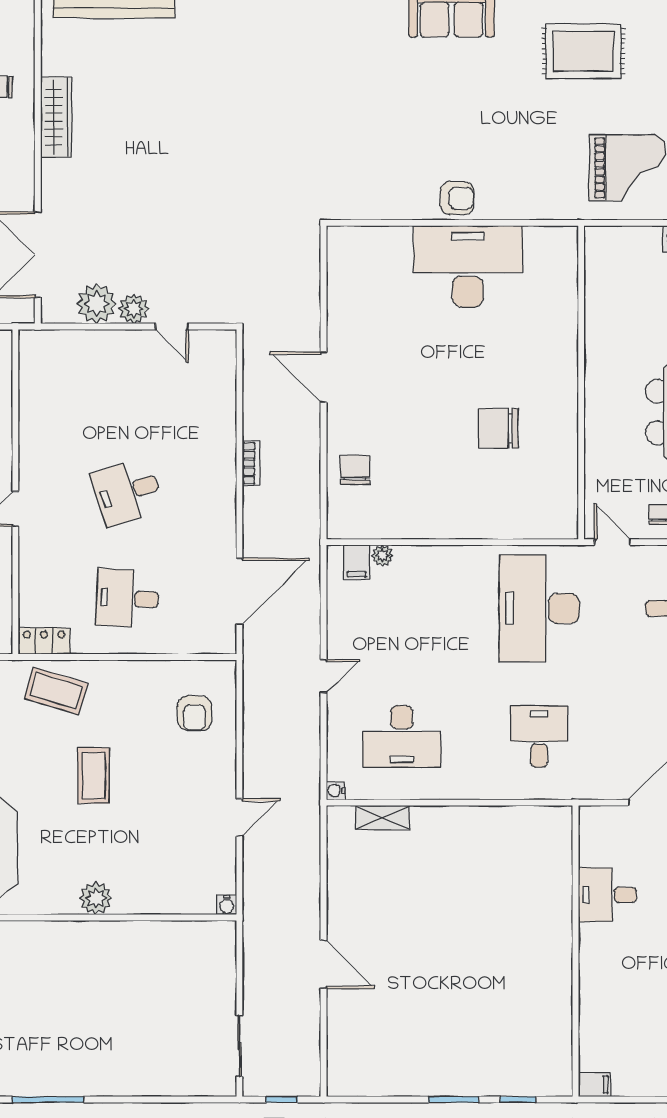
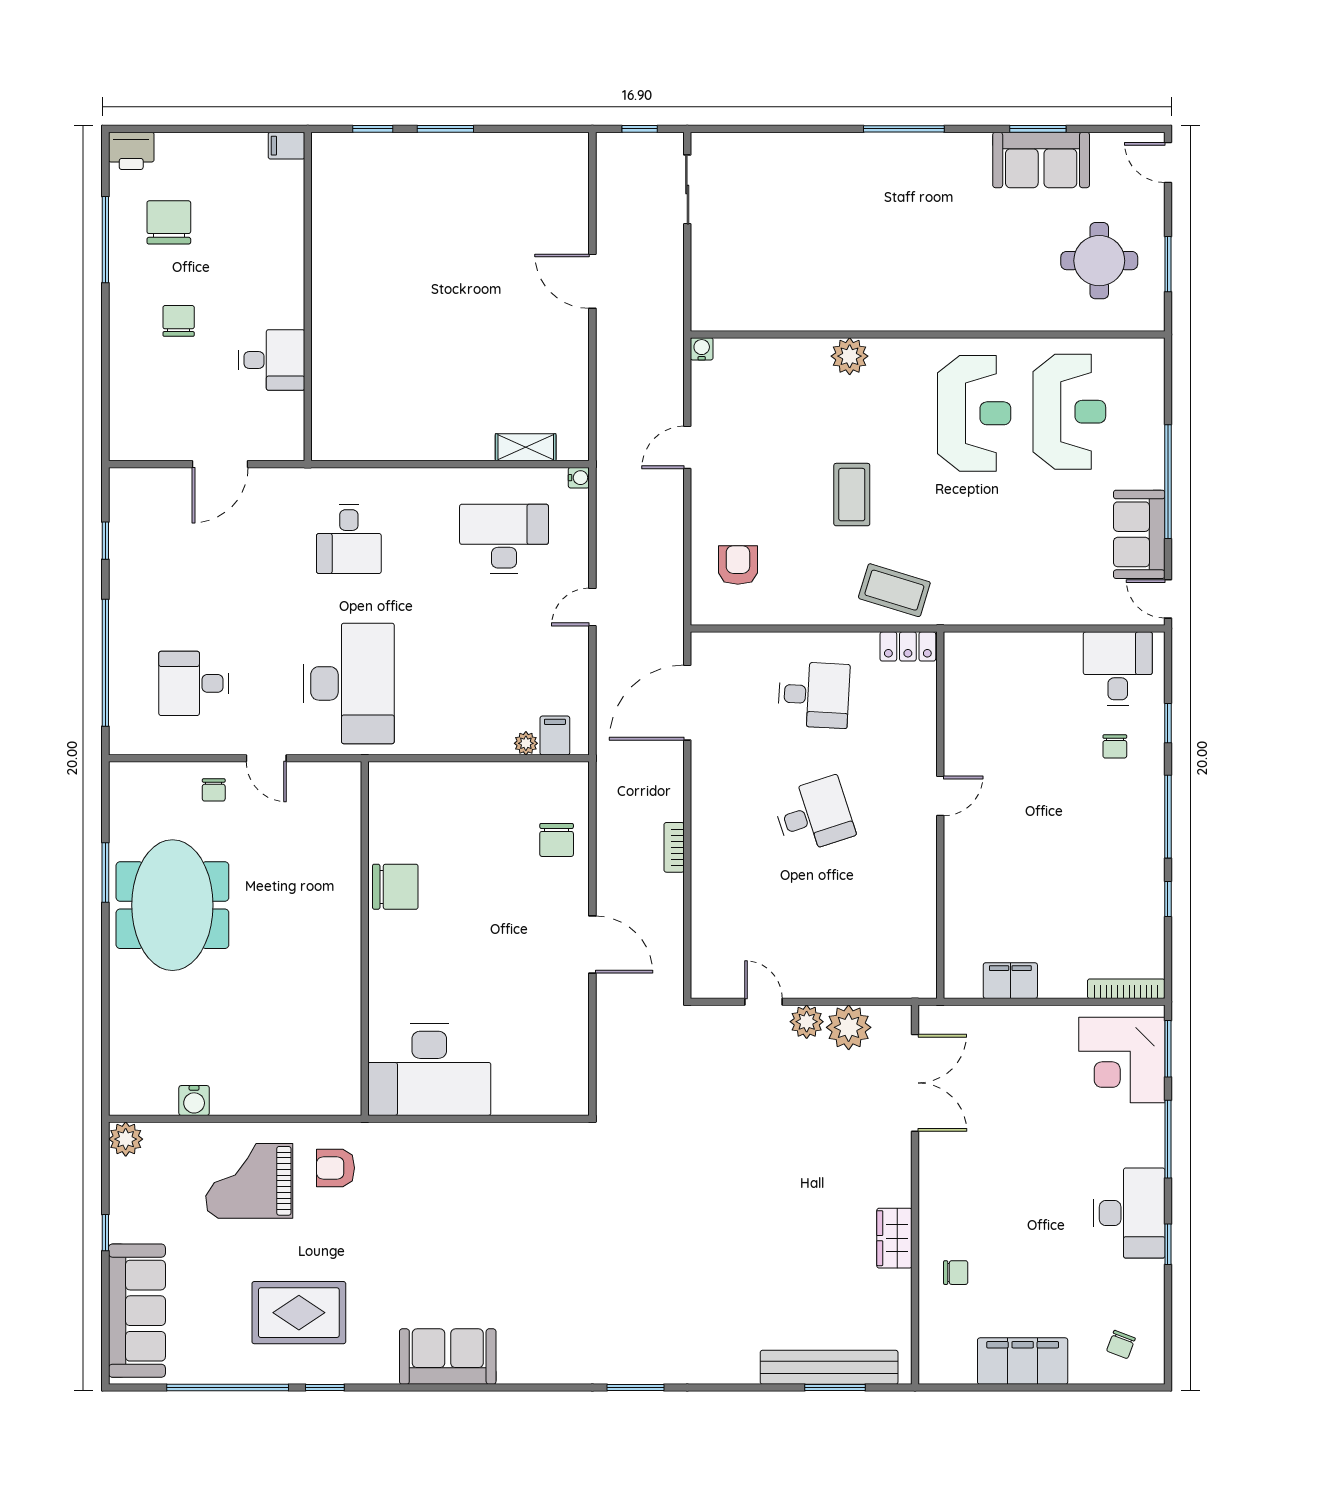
wardrobe: (56, 117) -> (894, 1238), width x0.67
armchair: (457, 198) -> (335, 1168), moved
wall: (581, 383) -> (365, 938), moved

